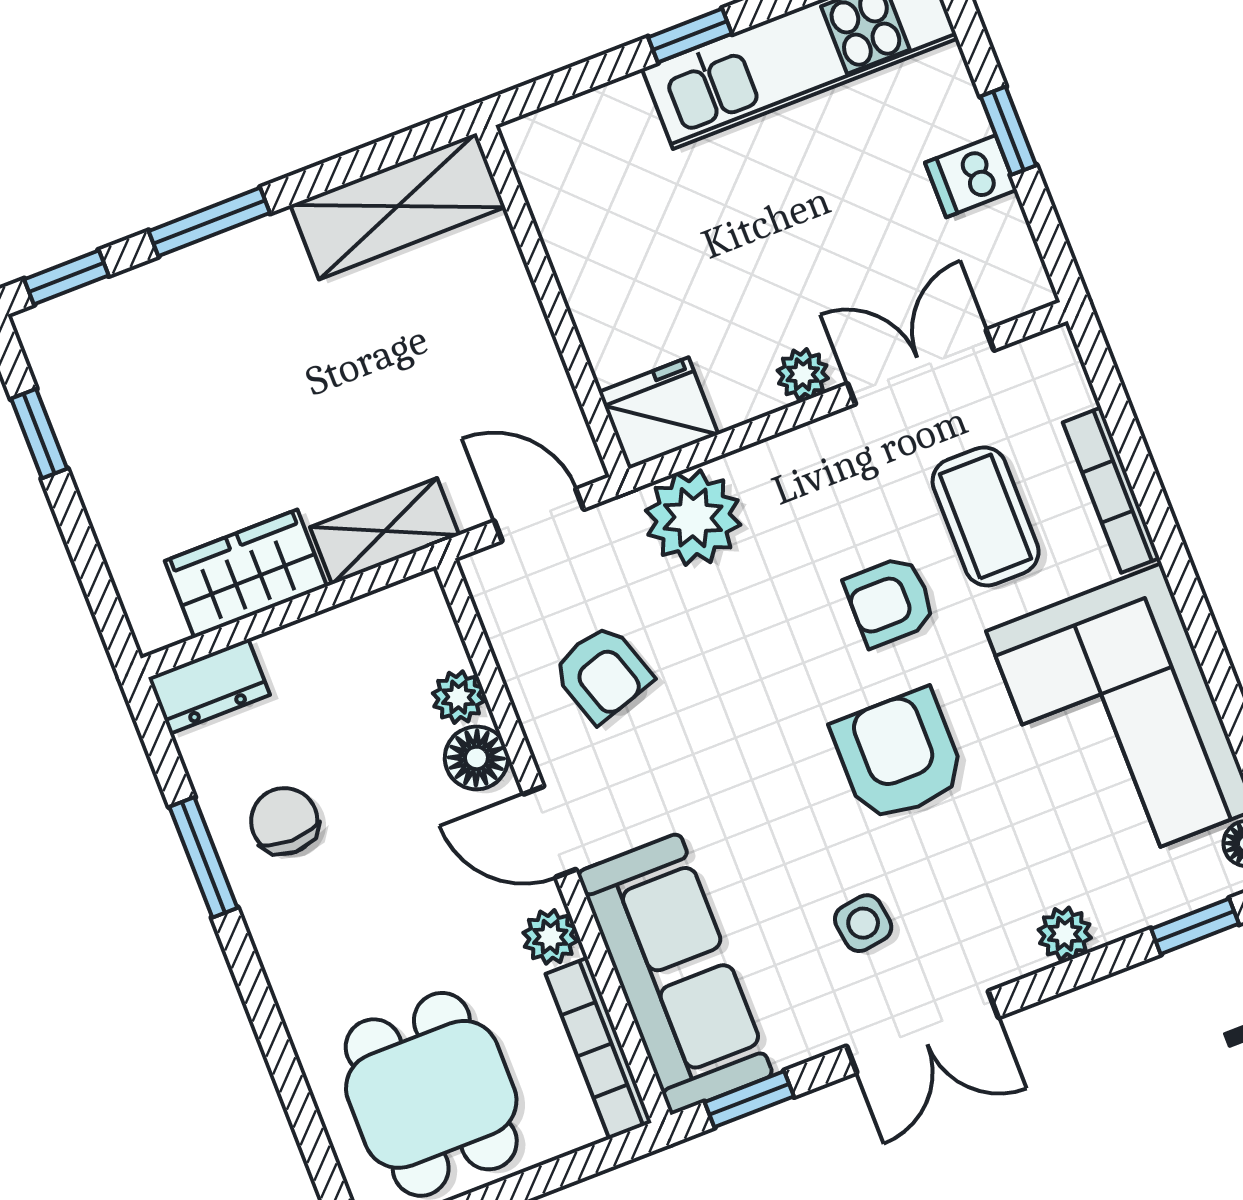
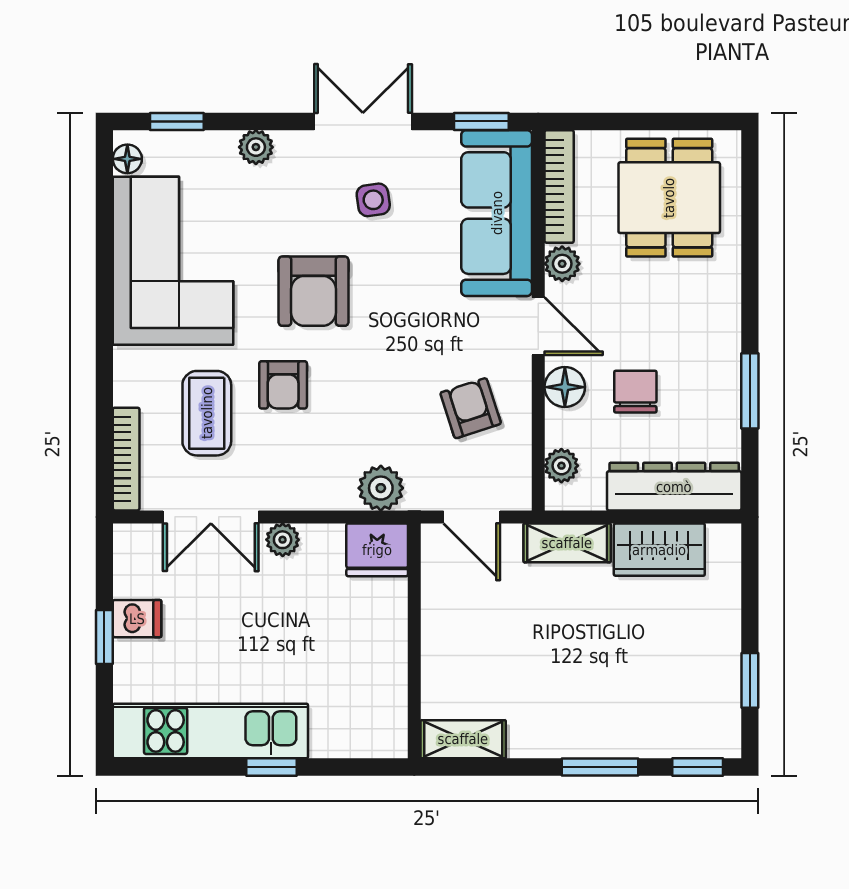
shelving: (398, 206) -> (463, 739), width x0.67, depth x0.75
bookcase: (1111, 490) -> (126, 459), moved
plant: (693, 518) -> (381, 488), width x0.73, depth x0.73
armchair: (890, 601) -> (283, 385), turned 90
dresser: (209, 686) -> (674, 487), width x1.96, depth x1.24
plant: (459, 697) -> (561, 466), moved
chair: (284, 821) -> (635, 392), moved, turned 180

